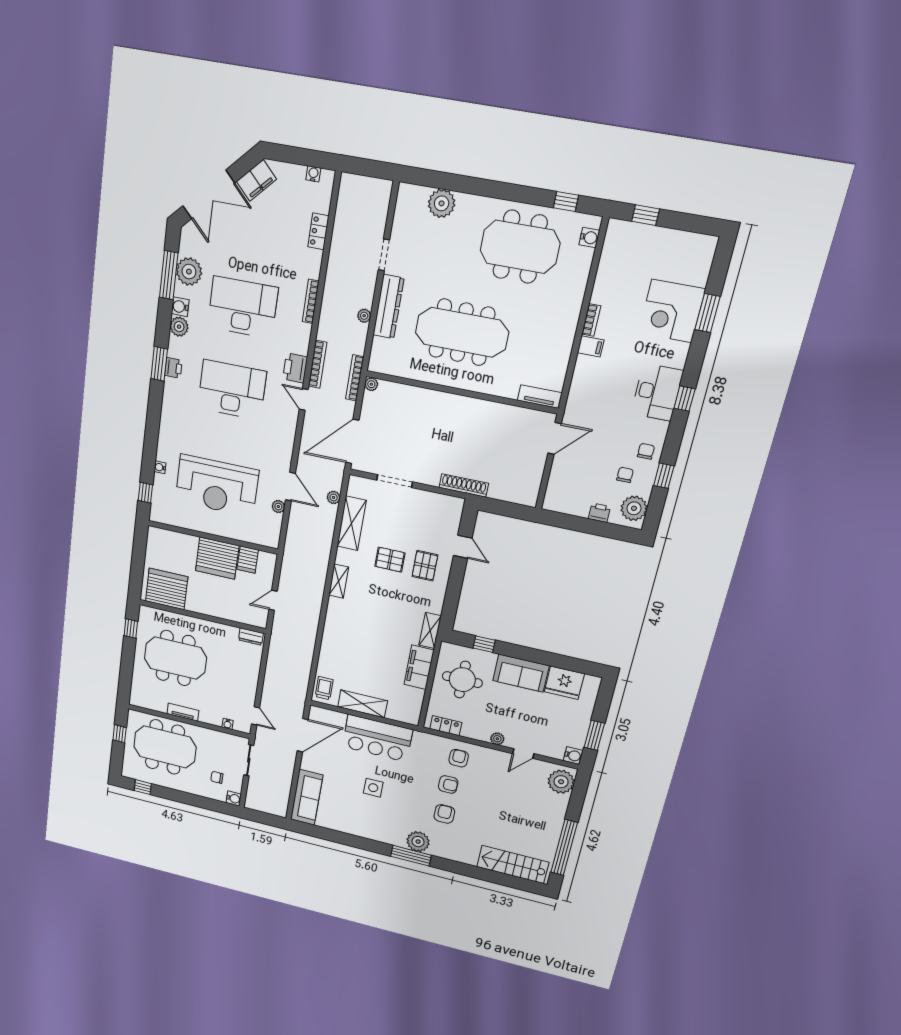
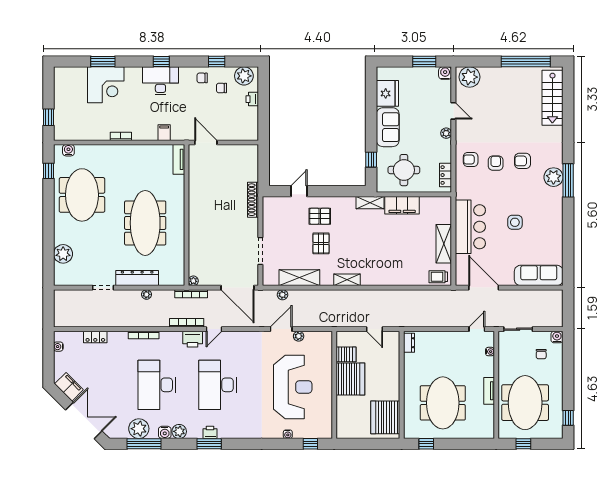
filing cabinet: (591, 346) -> (164, 133), moved

